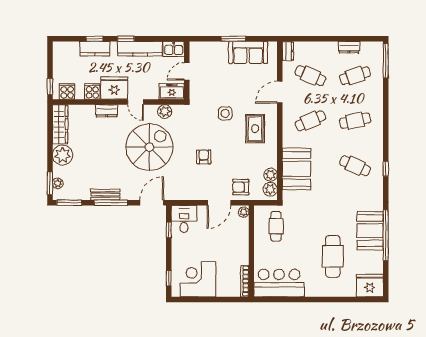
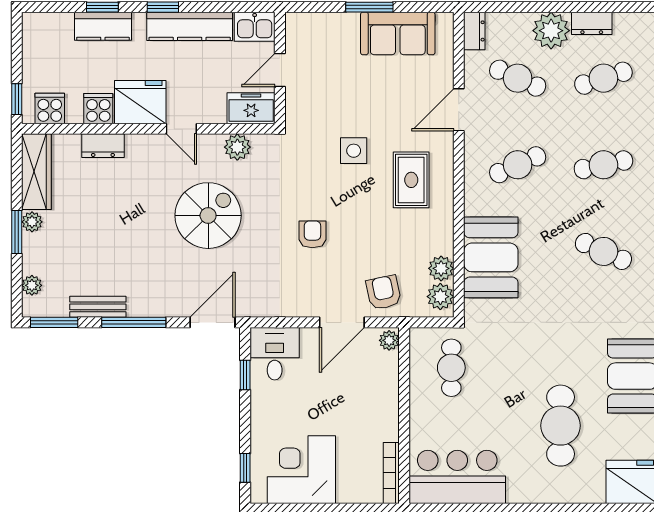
plant: (328, 51) -> (551, 31), added
dresser: (107, 111) -> (103, 146), moved
spiral stairs: (149, 147) -> (208, 216), width x0.73, depth x0.73
plant: (63, 155) -> (32, 222), width x0.53, depth x0.53
window: (50, 183) -> (17, 232), moved
armchair: (241, 187) -> (384, 292), turned 78
bench: (105, 195) -> (98, 307), moved

